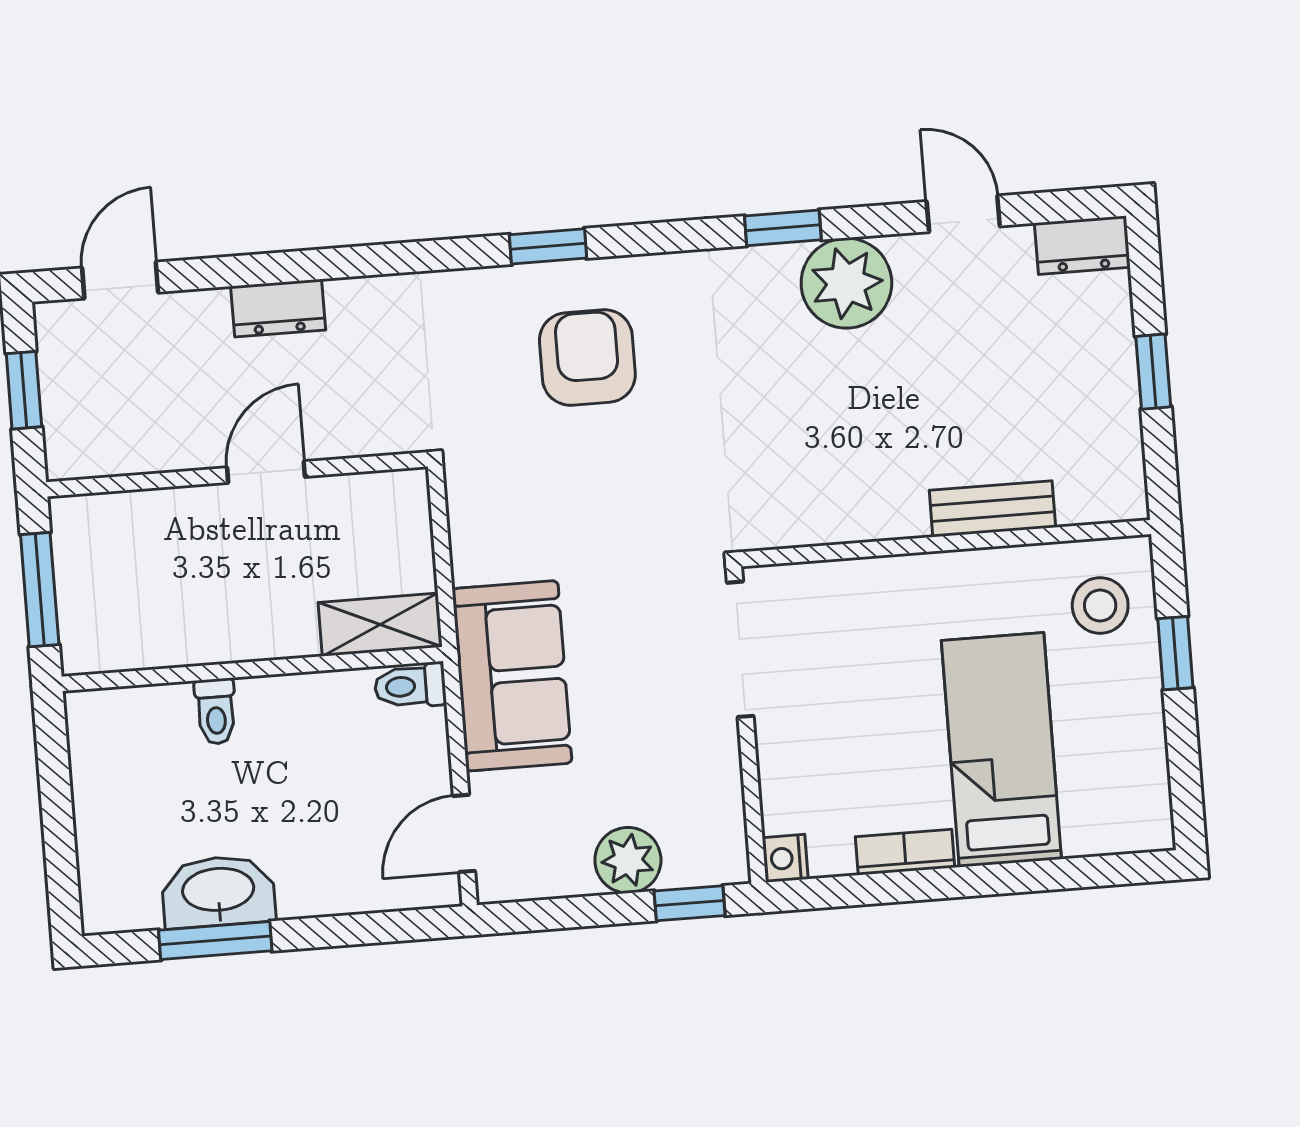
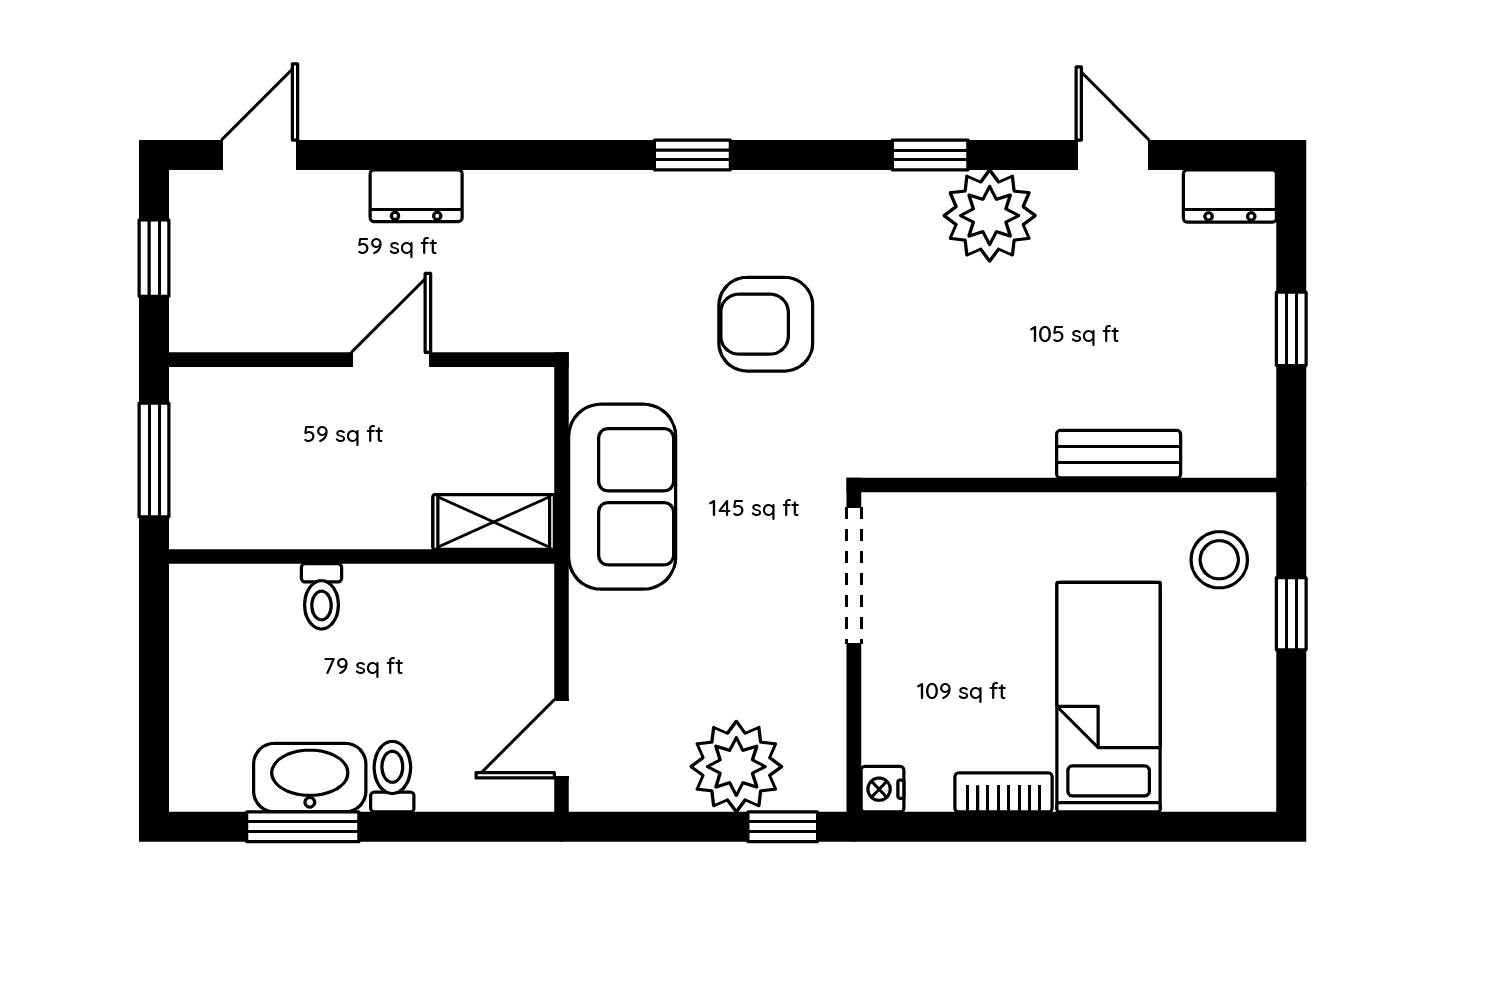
armchair: (587, 357) -> (766, 324), moved, turned -90
sofa: (512, 676) -> (622, 497), moved
toilet: (410, 686) -> (392, 777), moved, turned 90
plant: (628, 860) -> (736, 767), width x1.36, depth x1.36

